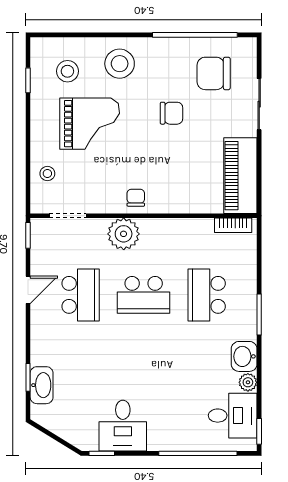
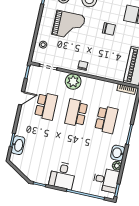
school desk: (144, 295) -> (76, 113), turned 90
school desk: (207, 295) -> (106, 120), turned 180
desk: (123, 426) -> (63, 175), moved

